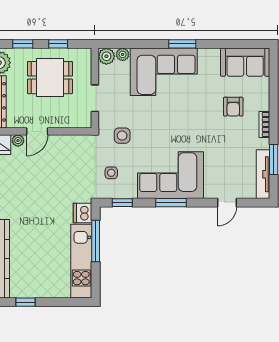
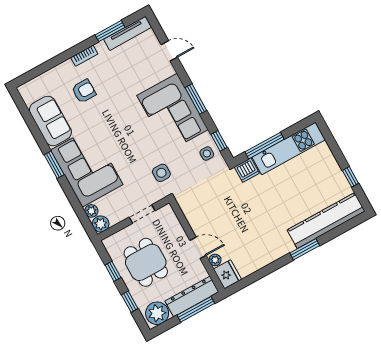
sofa: (245, 62) -> (50, 121), moved
side table: (111, 173) -> (207, 153), moved

